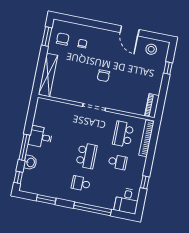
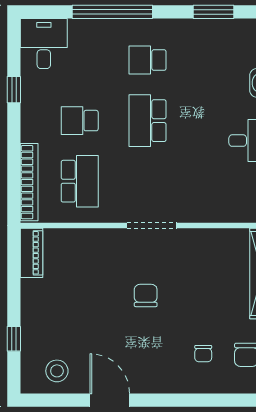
school desk: (81, 183) -> (148, 60), turned 180

